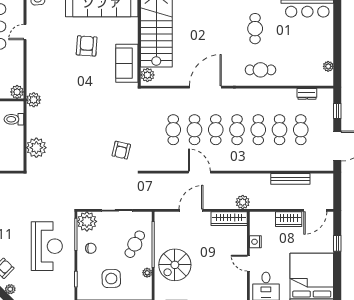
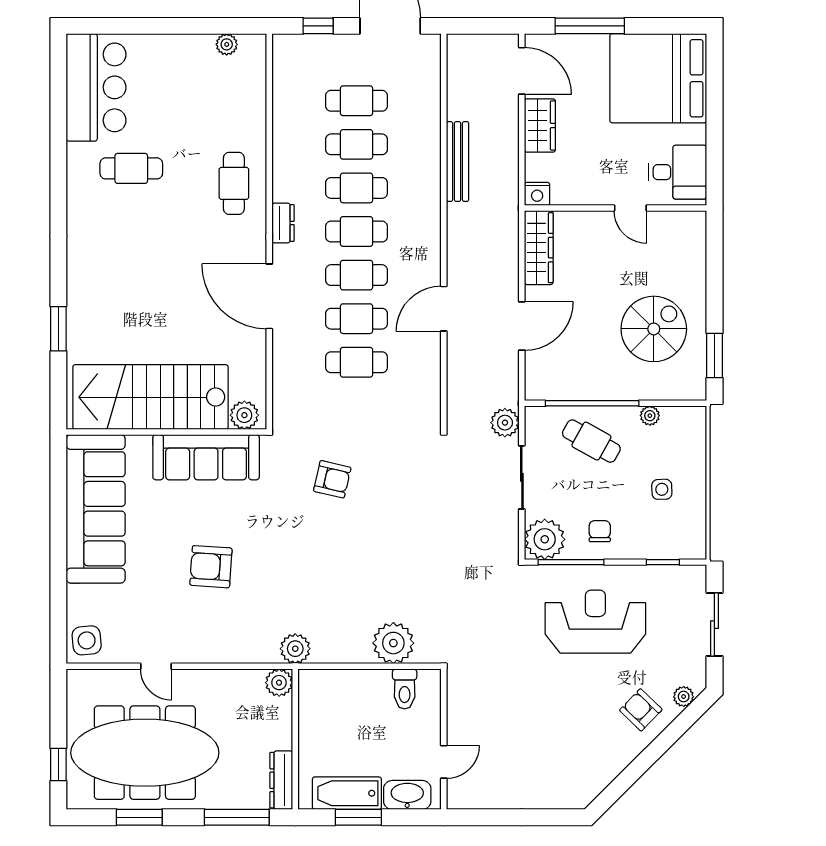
cafe table: (255, 29) -> (131, 168), moved
armchair: (87, 46) -> (211, 567), moved
sofa: (127, 63) -> (206, 457), width x1.36
dresser: (307, 94) -> (283, 223), moved
toilet: (14, 119) -> (405, 689), moved
armchair: (121, 150) -> (332, 479), moved
bench: (290, 179) -> (458, 162), moved
plant: (243, 202) -> (505, 423), moved
door: (191, 210) -> (522, 326), swing flipped
nightstand: (255, 242) -> (537, 194), moved
window: (337, 243) -> (590, 26), width x2.17
door: (248, 263) -> (630, 208), hinge flipped
spiral stairs: (175, 265) -> (654, 329), moved, turned -90
side table: (111, 279) -> (662, 489), width x0.54, depth x0.54

